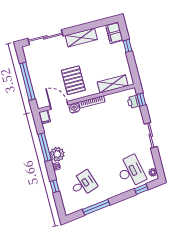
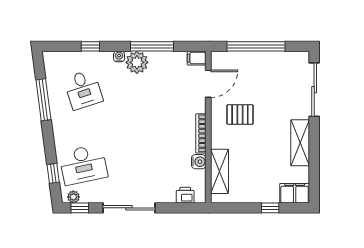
pallet: (73, 80) -> (240, 114), width x0.67, depth x0.71
window: (141, 100) -> (80, 208), moved
water cooler: (74, 108) -> (199, 162), moved
sliding door: (151, 135) -> (129, 208), width x1.37

